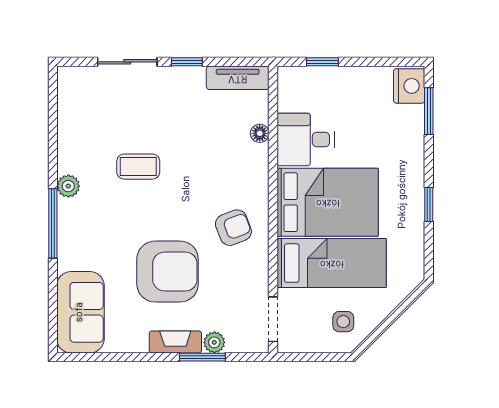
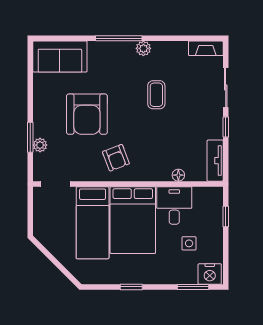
side table: (343, 322) -> (189, 243), moved
fireplace: (175, 342) -> (206, 48), moved, turned 90

